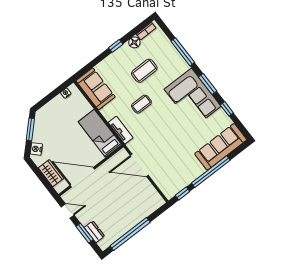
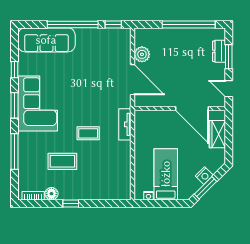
sofa: (96, 89) -> (119, 179), removed
bed: (100, 133) -> (166, 174), moved, turned 180
nightstand: (36, 149) -> (204, 176), moved
plant: (146, 188) -> (142, 54), added

